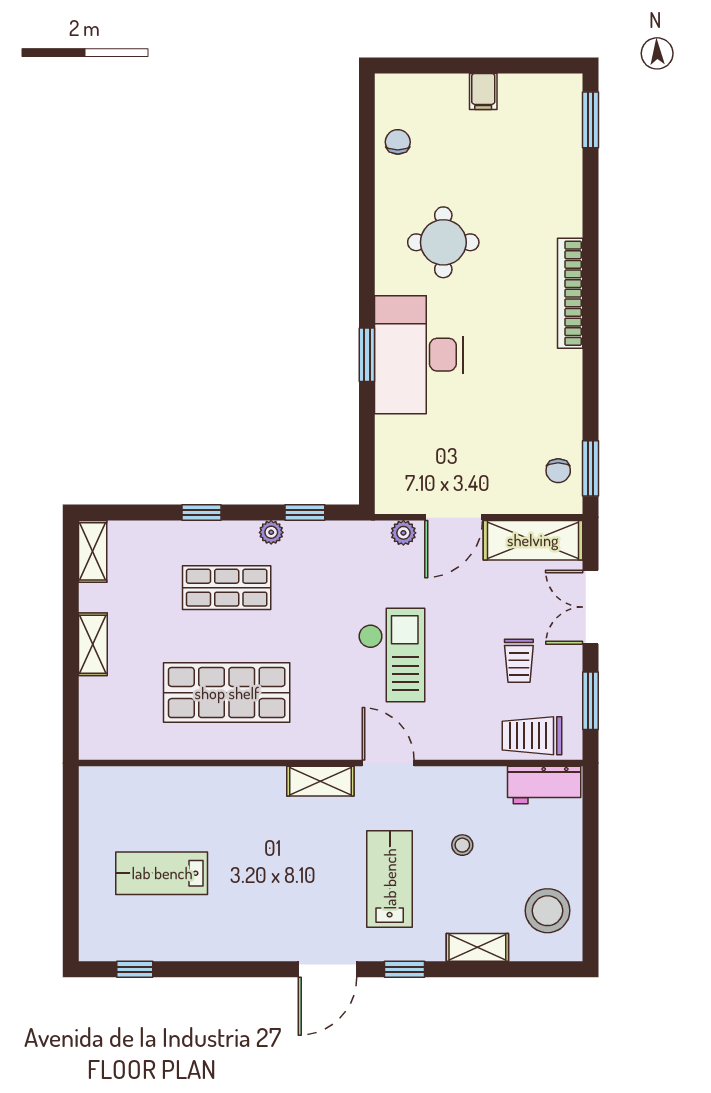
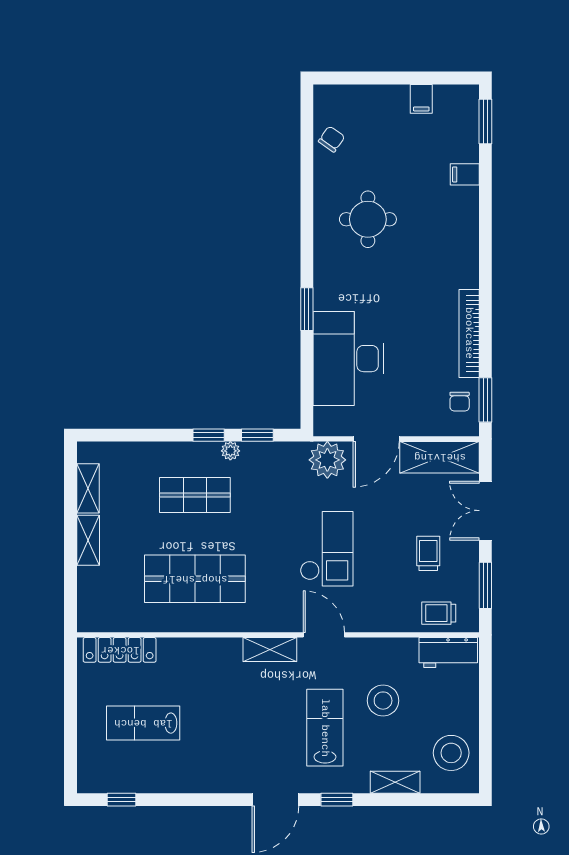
filing cabinet: (483, 91) -> (421, 99), moved
chair: (398, 142) -> (332, 139), turned 35
filing cabinet: (565, 186) -> (465, 174), added
bookcase: (570, 293) -> (469, 333), moved
desk: (419, 355) -> (348, 359), moved
window: (201, 513) -> (209, 435), moved
plant: (403, 533) -> (327, 460), width x1.88, depth x1.88
shelving: (93, 551) -> (88, 488), moved
trolley: (519, 661) -> (428, 553), turned 180
trolley: (532, 736) -> (439, 613), width x0.73, depth x0.72
locker: (132, 782) -> (120, 650), added
stool: (462, 845) -> (383, 701), width x1.89, depth x1.89

